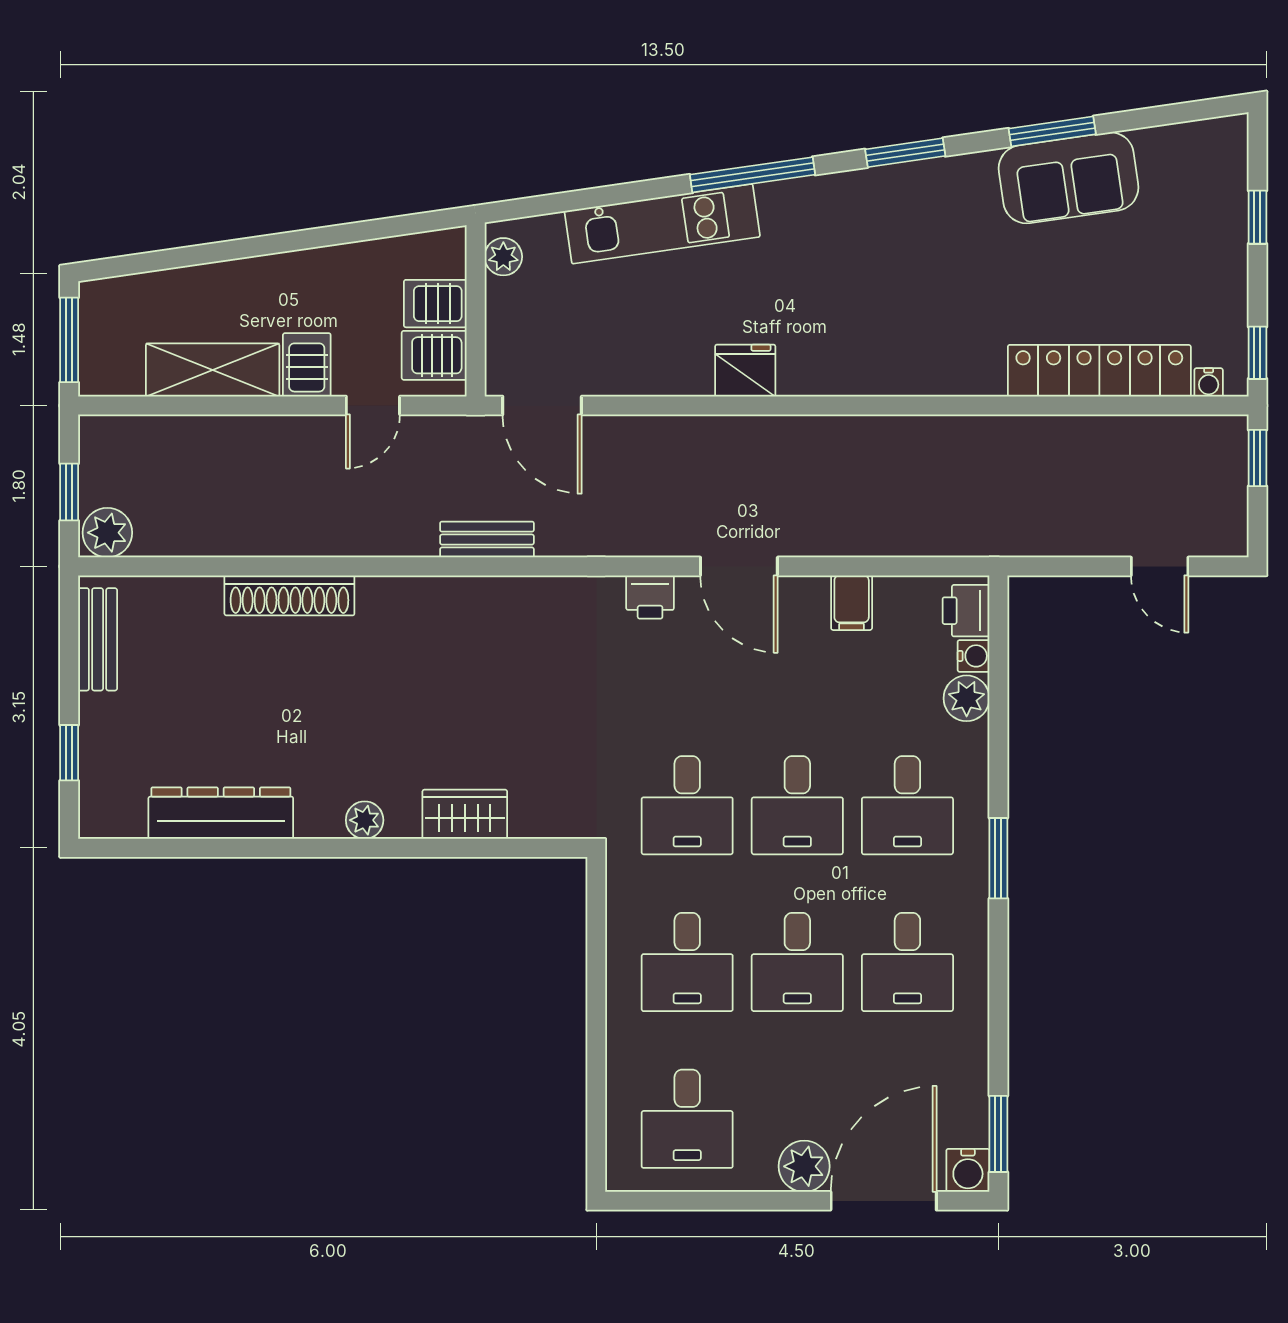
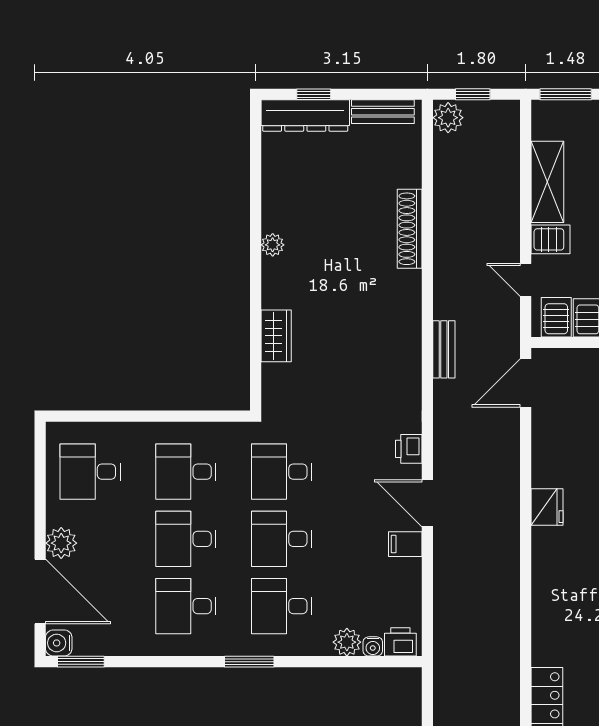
door: (739, 566) -> (427, 503), hinge flipped
filing cabinet: (852, 603) -> (405, 544), moved
dresser: (221, 813) -> (305, 116), moved, turned 90
plant: (365, 820) -> (273, 245), moved

